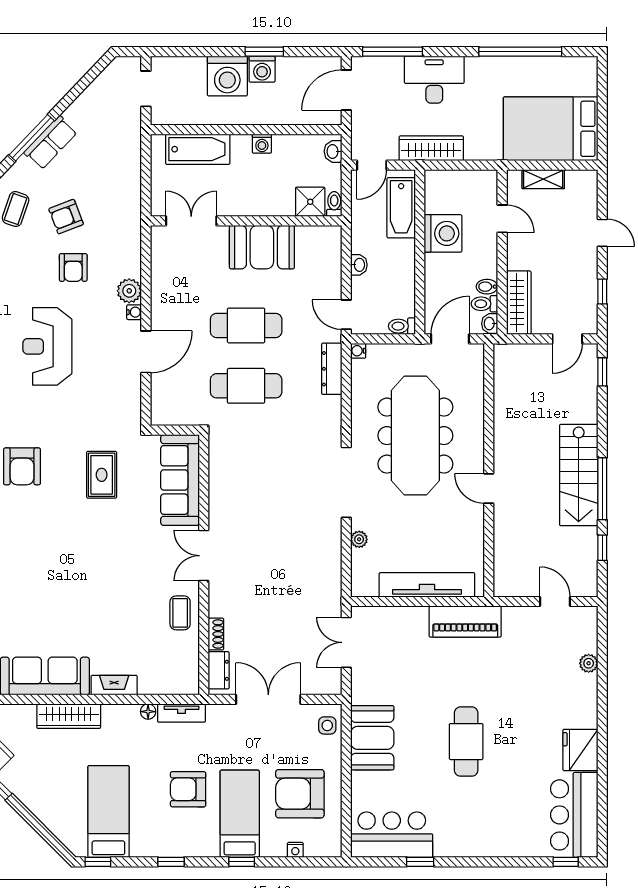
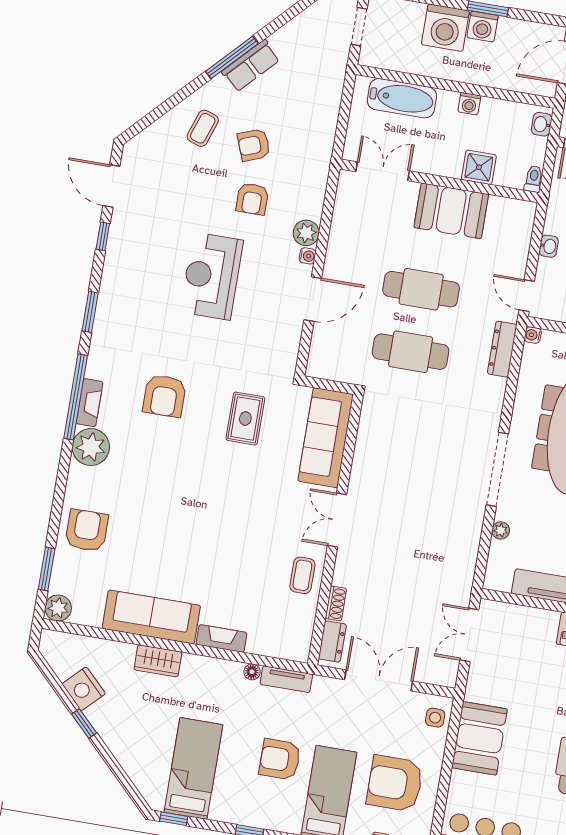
shower: (310, 202) -> (479, 167), moved
wardrobe: (69, 716) -> (158, 661), width x0.67

